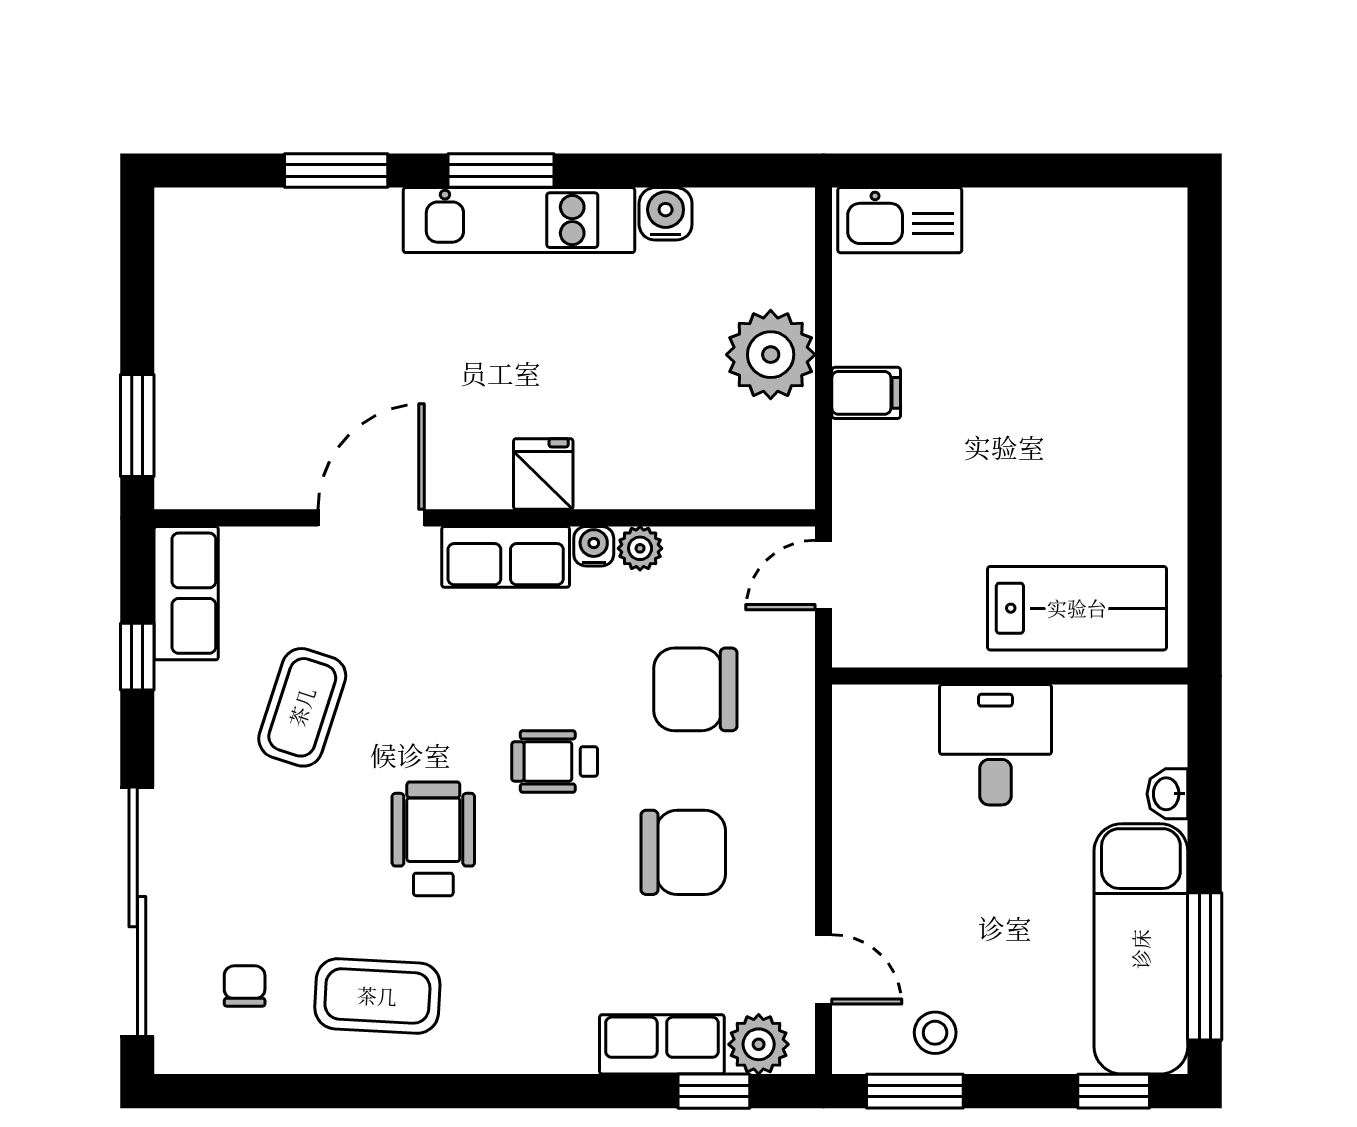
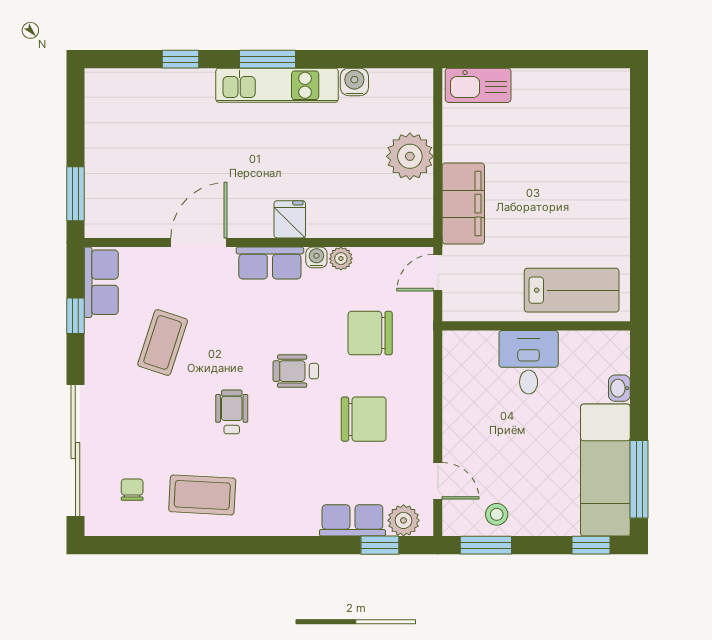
window: (336, 171) -> (180, 59), width x0.67
filing cabinet: (866, 393) -> (463, 204), width x3.00, depth x1.17
wheelchair: (433, 839) -> (232, 412), width x0.73, depth x0.73

